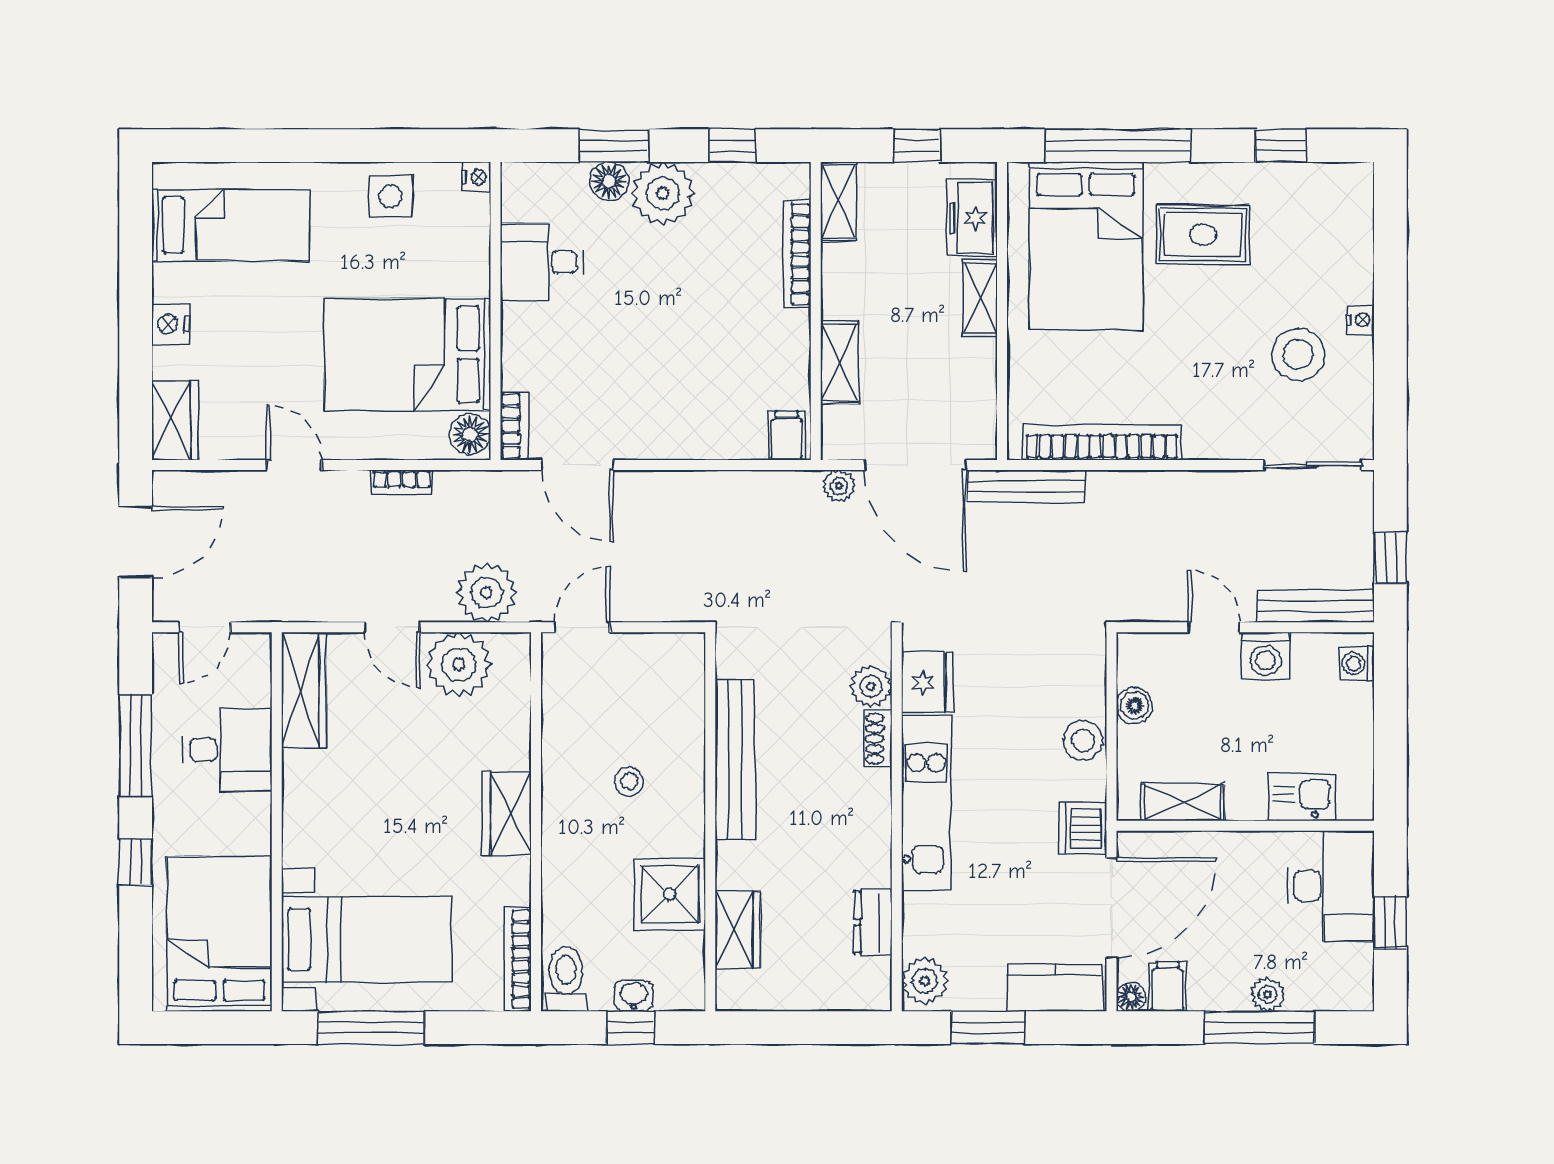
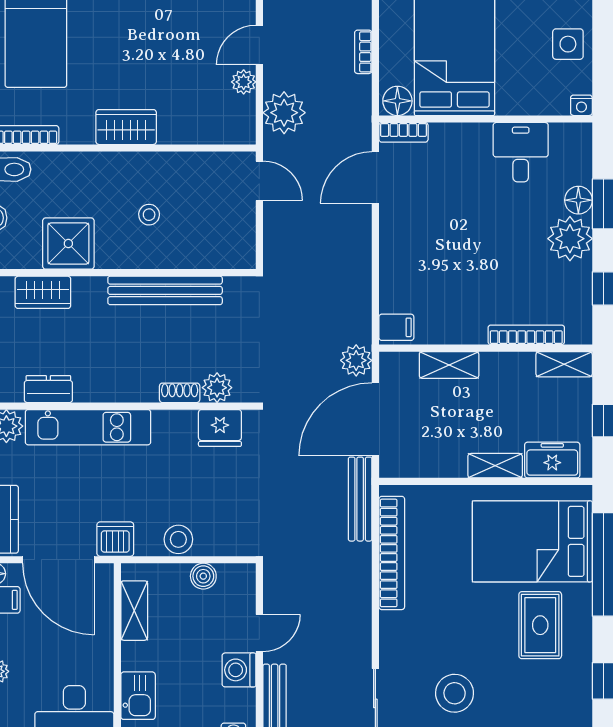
plant: (839, 486) -> (356, 360), width x1.38, depth x1.38
plant: (459, 664) -> (244, 82), width x0.53, depth x0.53
kitchen unit: (926, 803) -> (88, 427), moved

